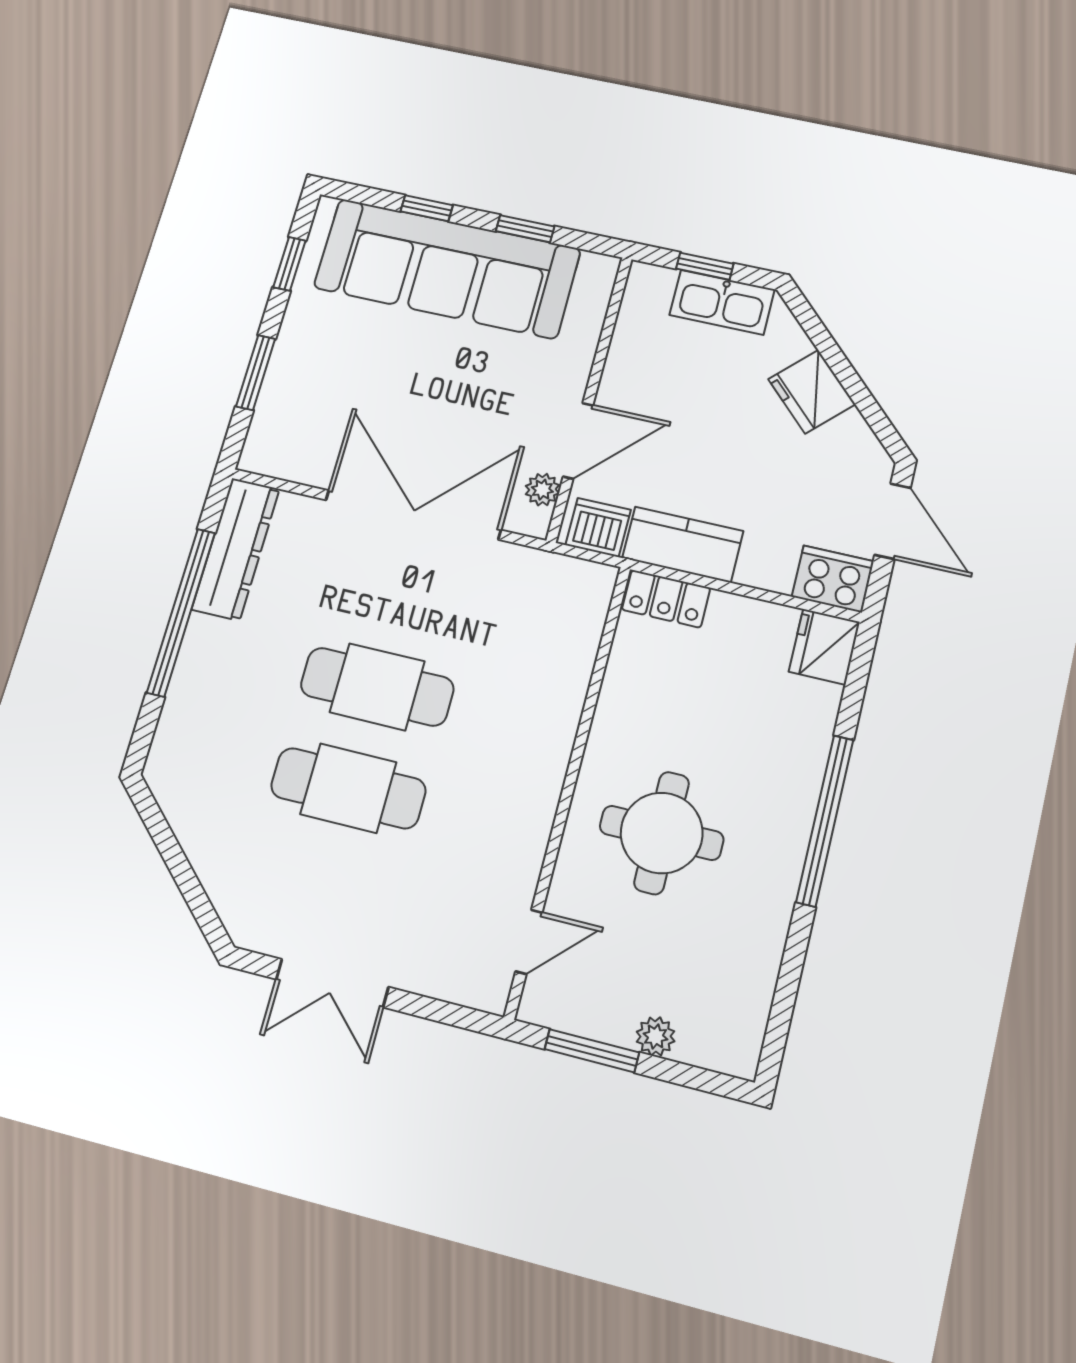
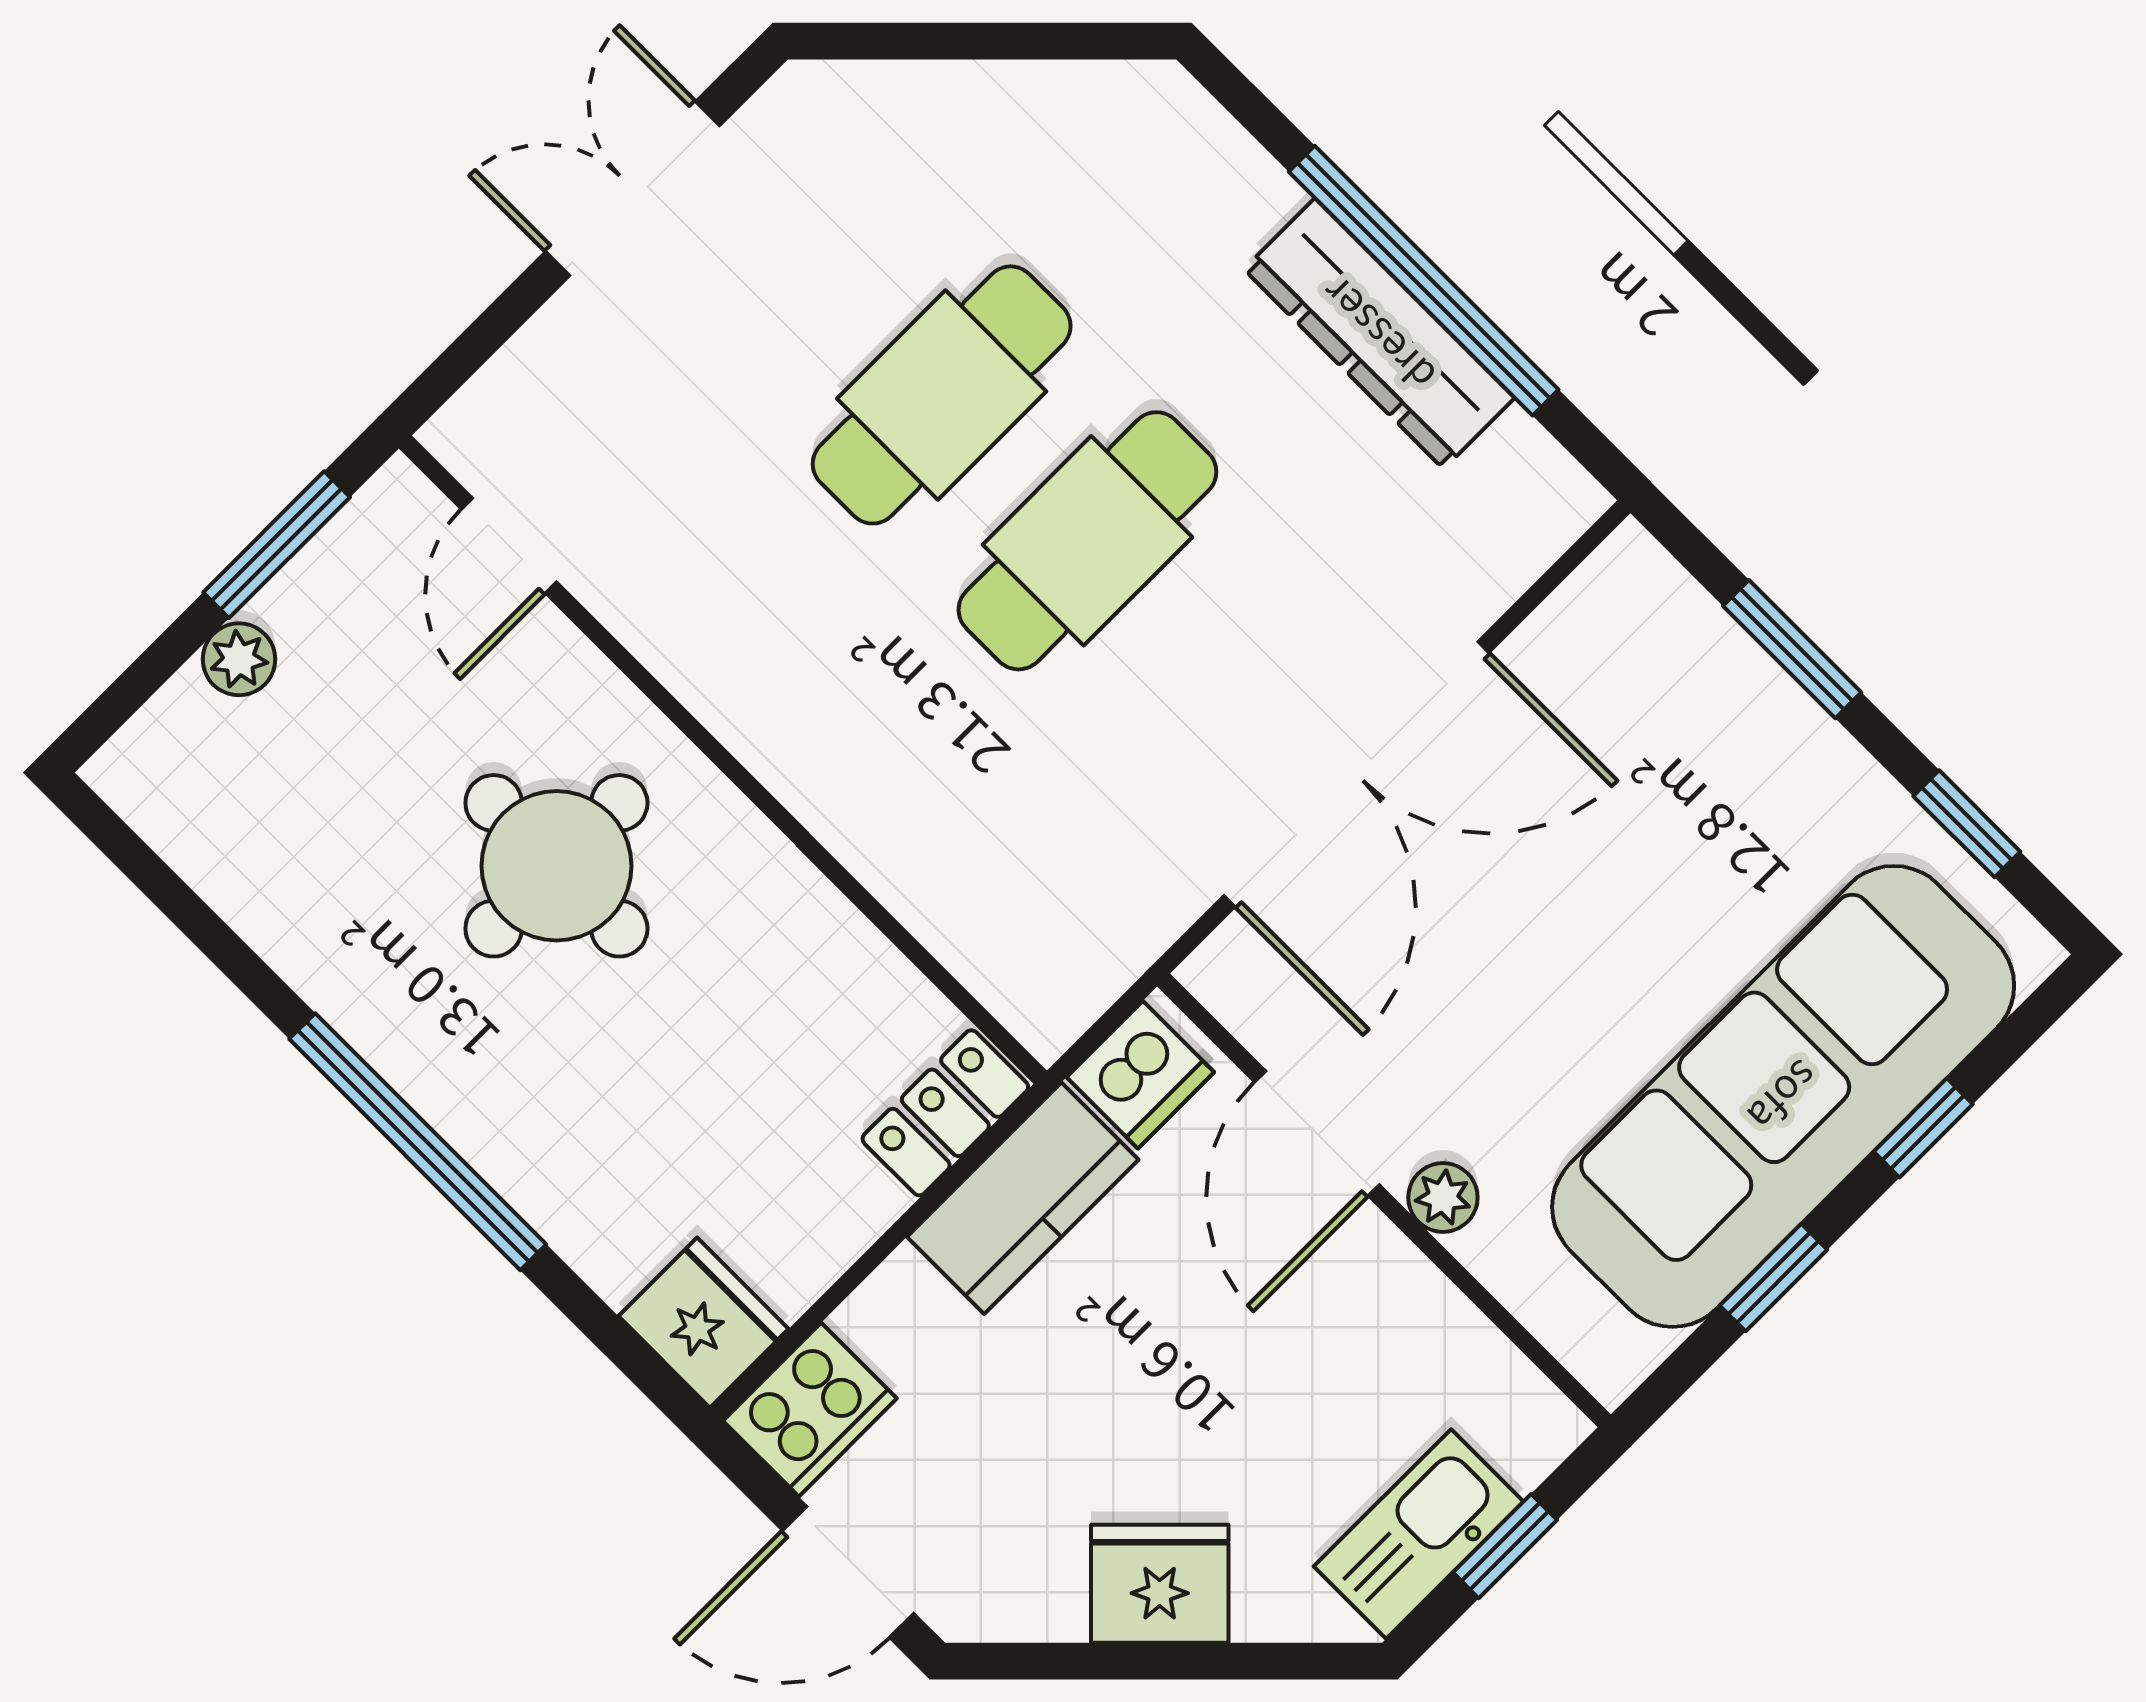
plant: (542, 490) -> (1443, 1198), moved
dresser: (236, 549) -> (1379, 334), moved

